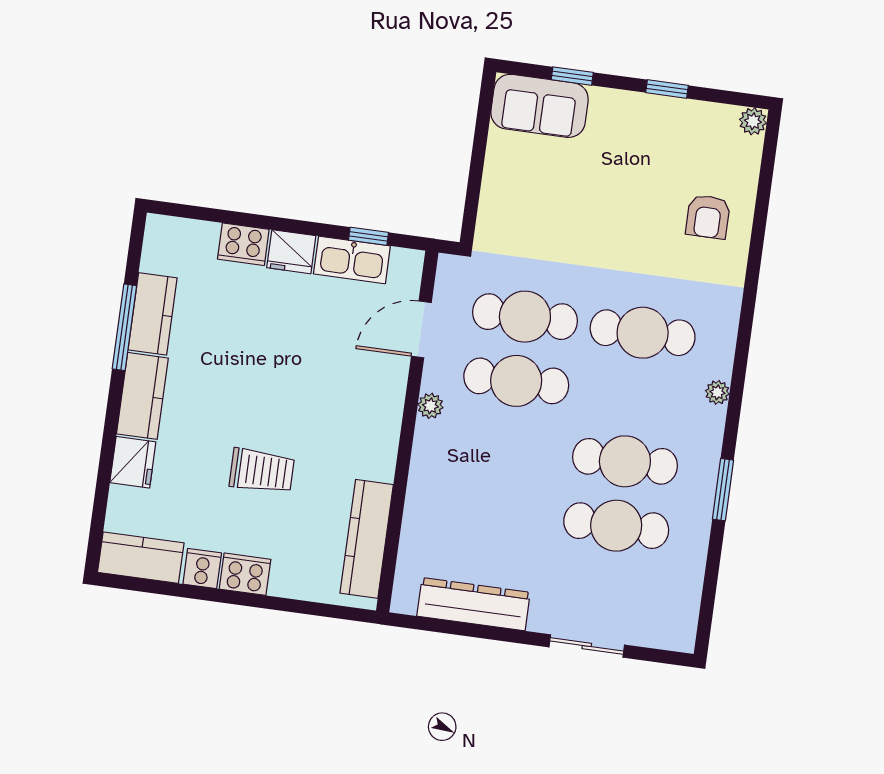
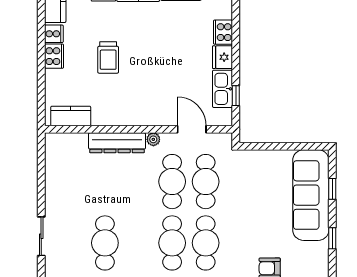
sofa: (540, 106) -> (311, 195), width x1.85, depth x1.27
cafe table: (625, 461) -> (172, 243), moved
kitchen counter: (367, 539) -> (71, 116), width x0.67
dresser: (474, 604) -> (117, 143), moved, turned 90

